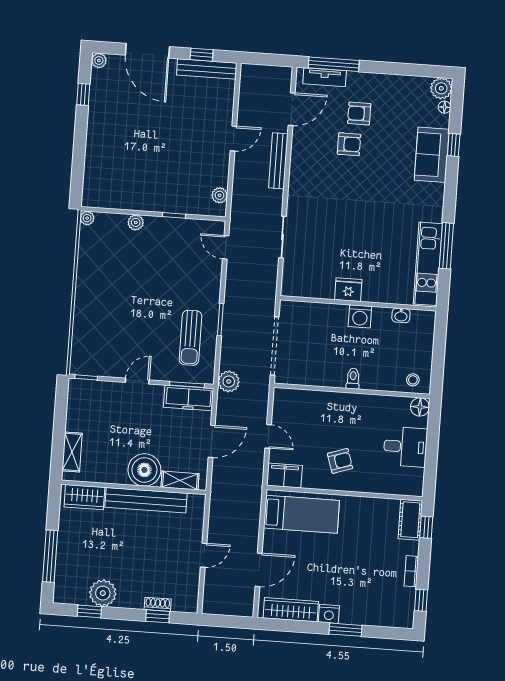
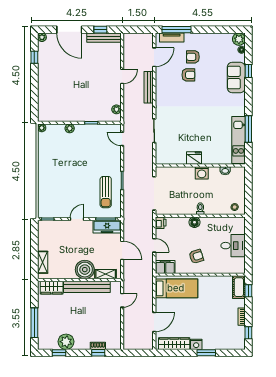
plant: (229, 381) -> (129, 215), removed
printer: (282, 398) -> (161, 223), added
floor lamp: (420, 407) -> (194, 222), moved
door: (212, 441) -> (122, 250), hinge flipped
door: (204, 555) -> (122, 300), moved

